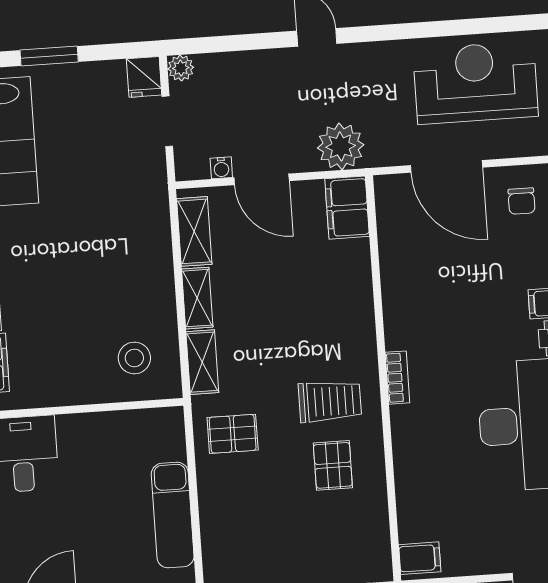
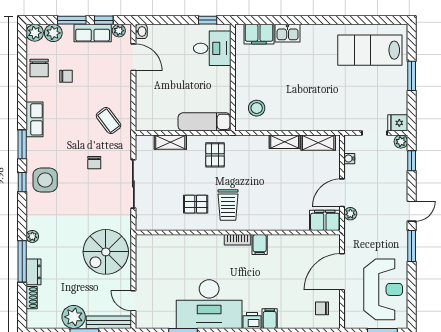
window: (386, 32) -> (412, 246), added
window: (217, 44) -> (412, 161), added
plant: (341, 146) -> (350, 214), width x0.53, depth x0.53
door: (262, 179) -> (342, 193), moved
shelving: (202, 362) -> (170, 142), moved
exam couch: (173, 515) -> (205, 122), moved
filing cabinet: (420, 558) -> (260, 245), moved

